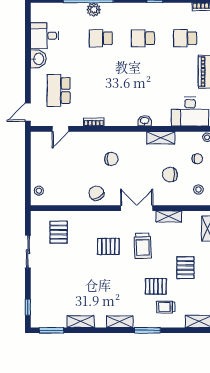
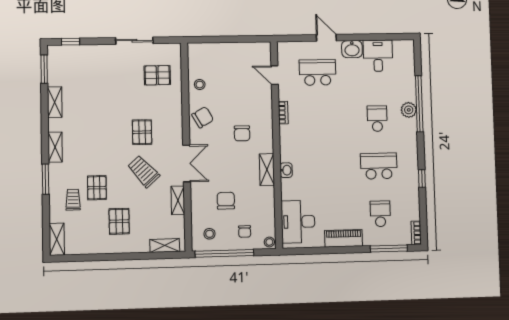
school desk: (143, 38) -> (379, 166), width x1.85
door: (28, 112) -> (326, 38), moved
shelving: (161, 138) -> (267, 170), moved
stool: (39, 191) -> (200, 85), moved
trolley: (143, 246) -> (144, 171), turned 50
pallet: (185, 268) -> (119, 221), turned 90

